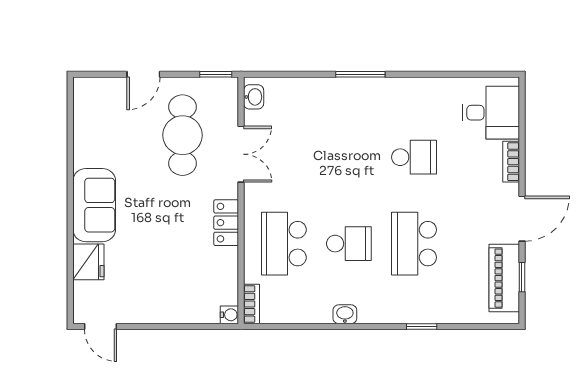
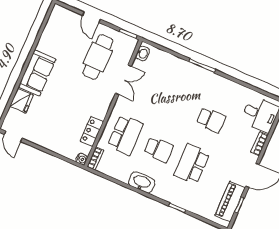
door: (143, 74) -> (91, 17), hinge flipped
locker: (226, 223) -> (92, 131), moved
school desk: (284, 244) -> (125, 135), turned 180
washbasin: (345, 314) -> (142, 182), width x1.91, depth x1.45

